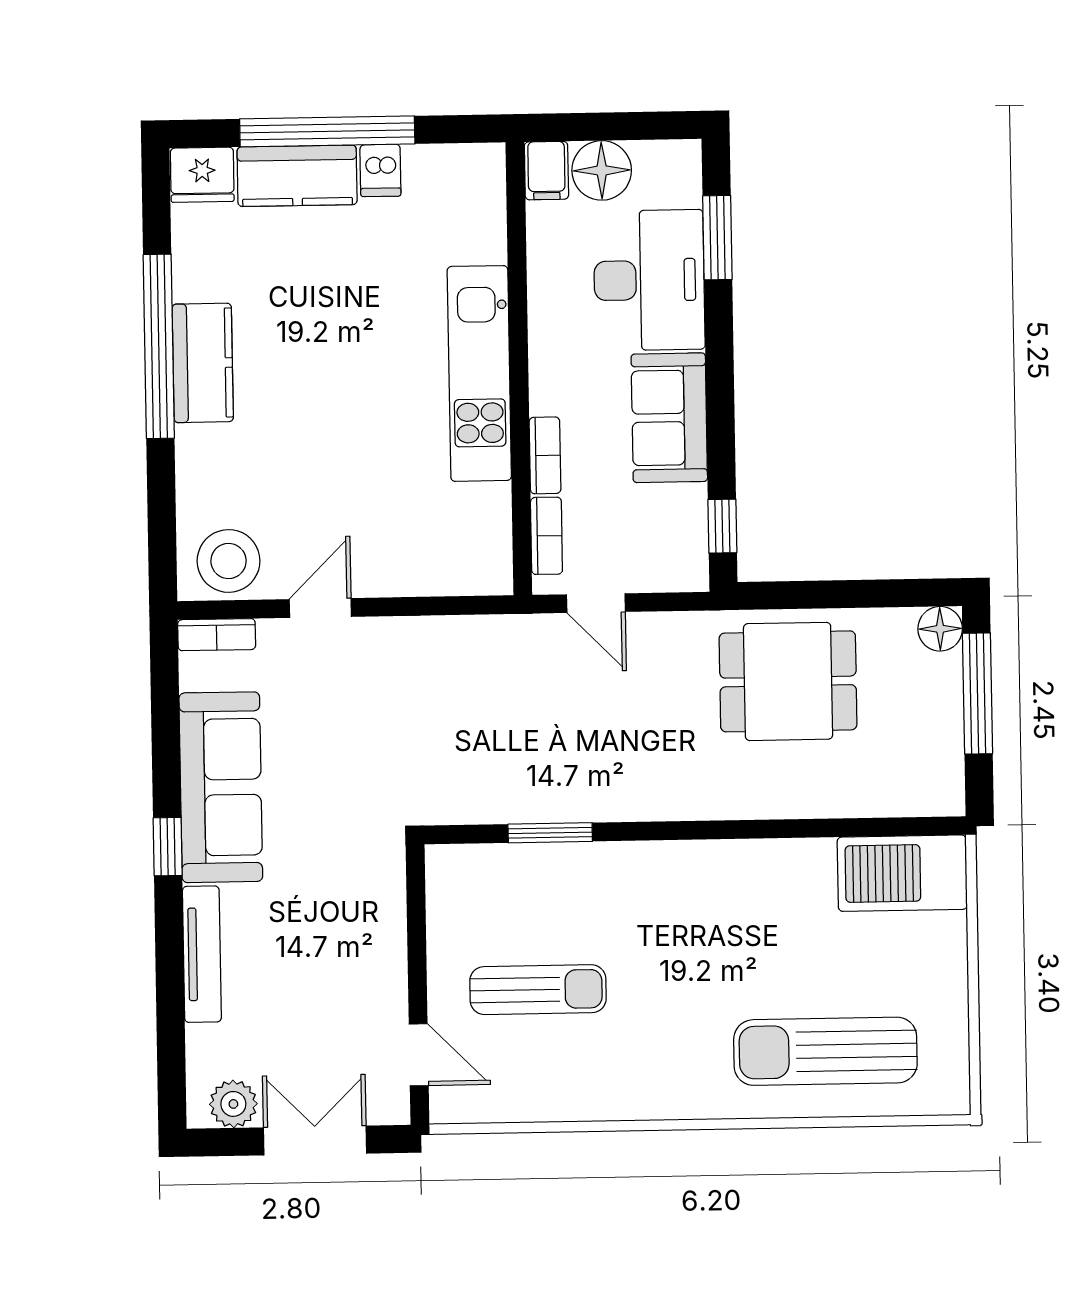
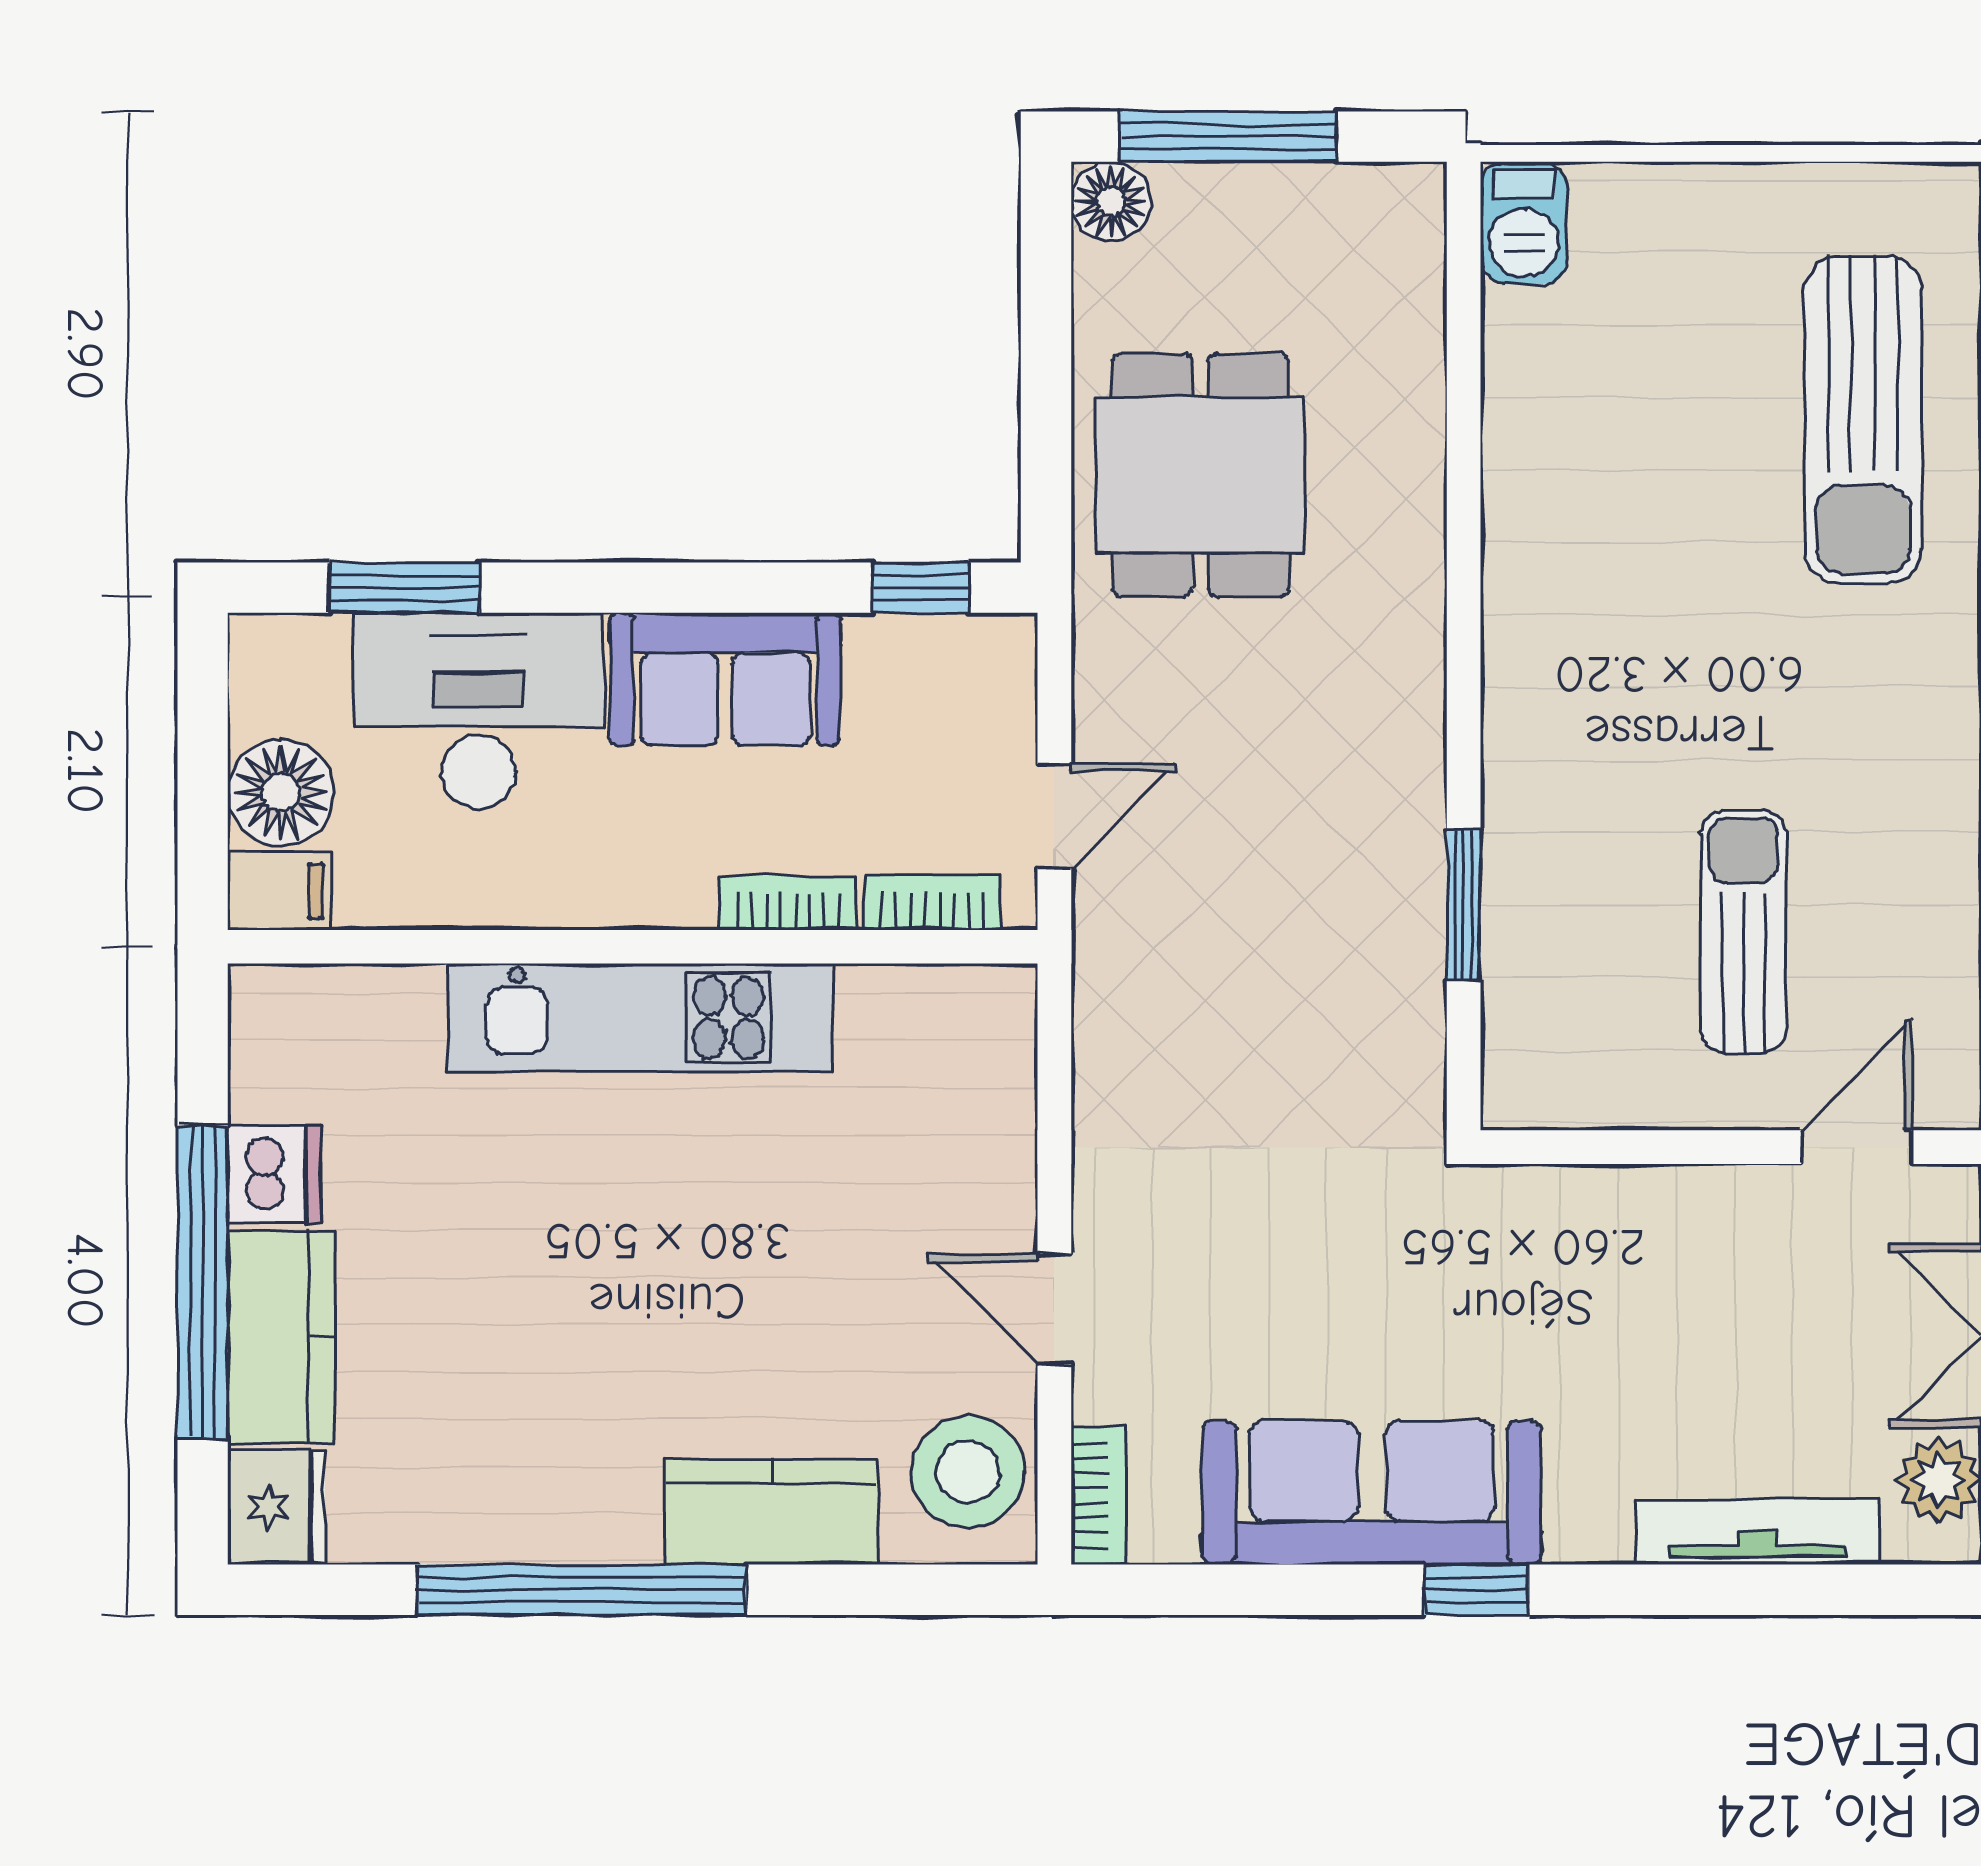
dishwasher: (380, 170) -> (274, 1174), width x1.38
kitchen counter: (203, 363) -> (772, 1512), moved
barbecue: (902, 873) -> (1524, 223), width x0.53, depth x0.65
tv unit: (202, 954) -> (1757, 1532), moved

